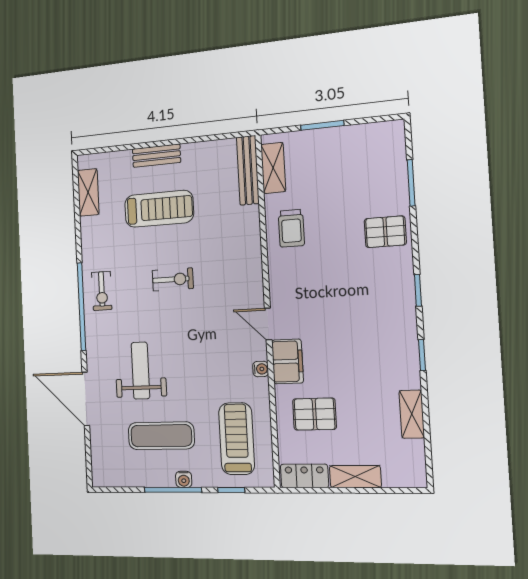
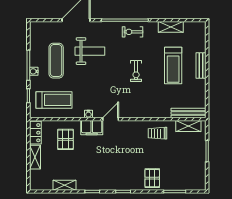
shelving: (88, 192) -> (171, 27), moved

